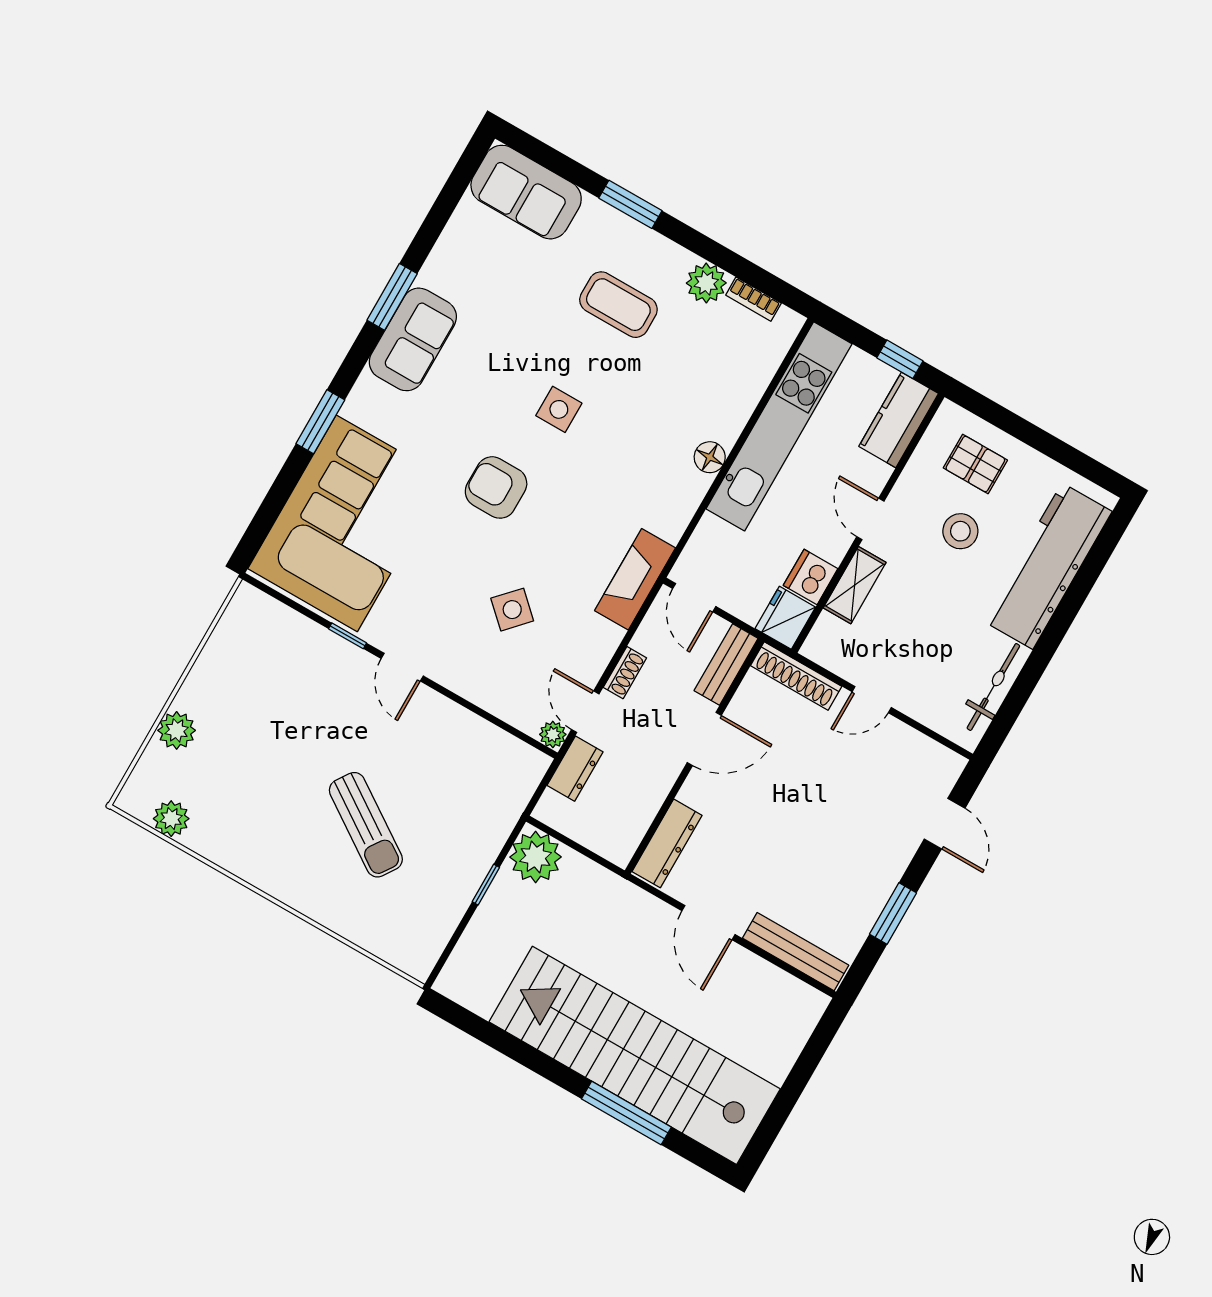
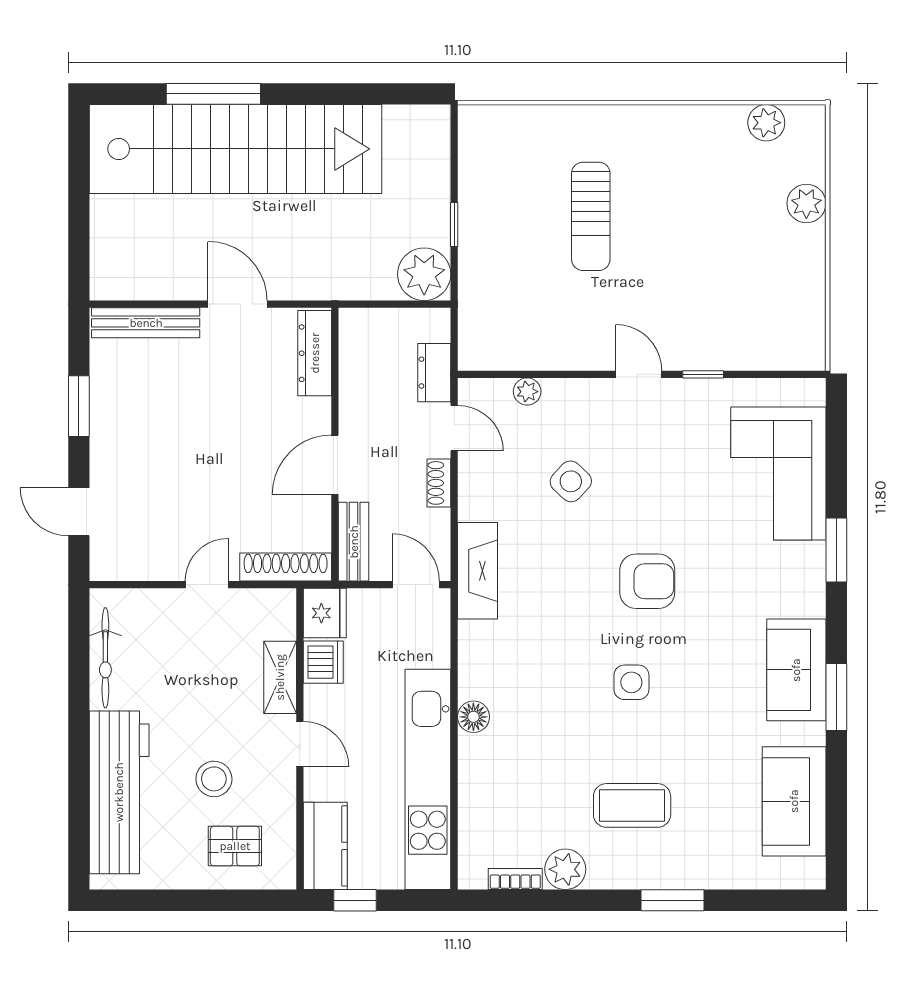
sofa: (526, 192) -> (794, 801), moved, turned -90
corner sofa: (347, 523) -> (778, 474), width x0.73, depth x0.74
plant: (553, 734) -> (527, 392), moved
sun lounger: (366, 825) -> (591, 216), turned -124

